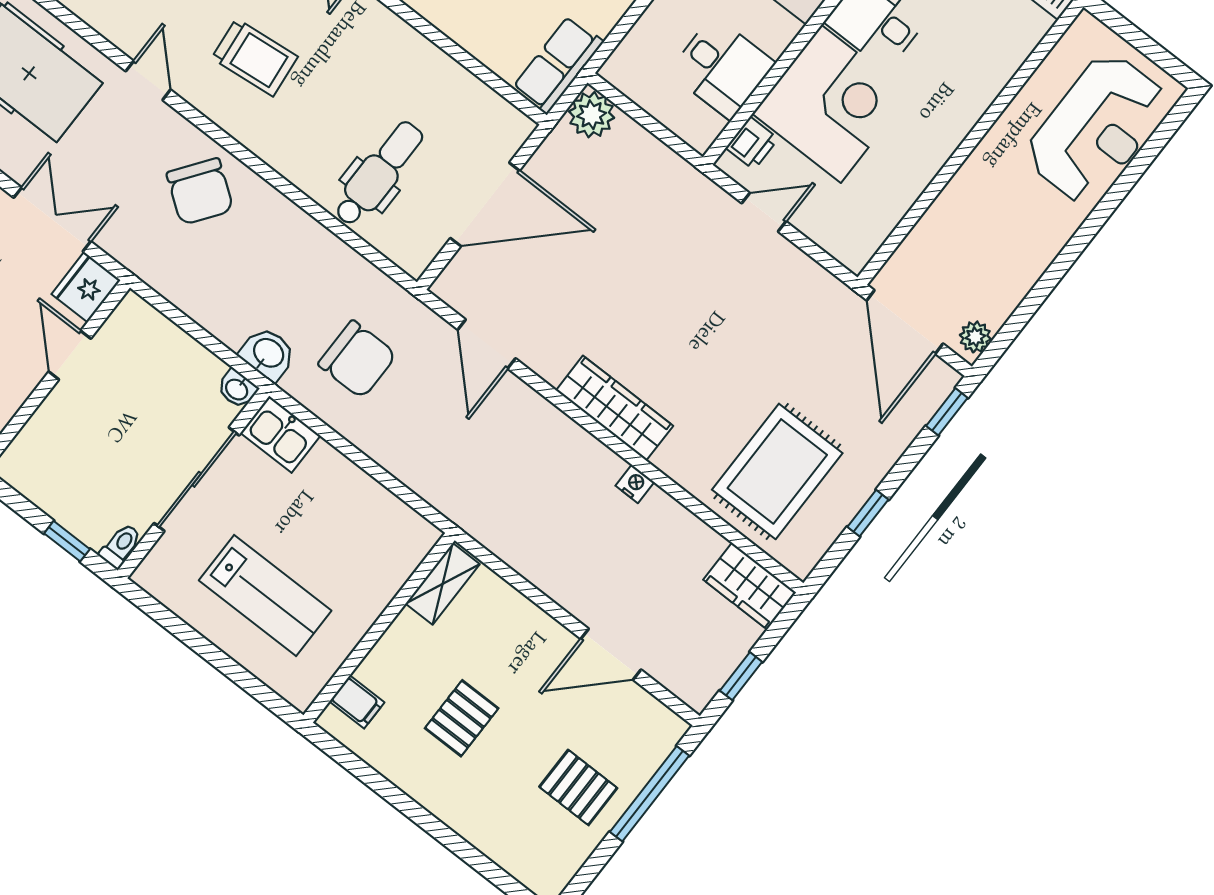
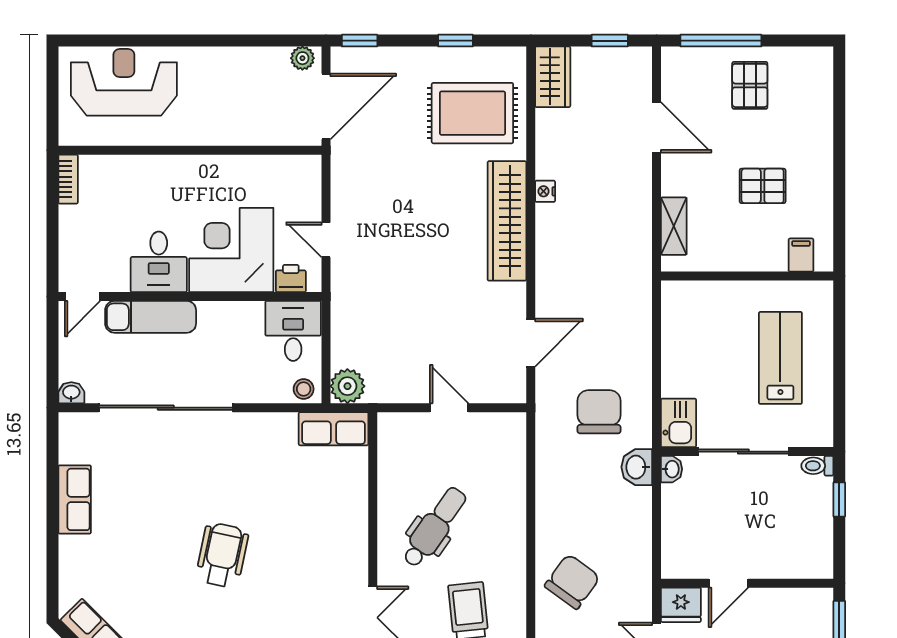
stool: (625, 66) -> (304, 389), added
desk: (722, 68) -> (293, 331), moved
dental chair: (379, 174) -> (434, 527), moved, turned 125
door: (485, 204) -> (449, 408), width x0.53
wardrobe: (615, 408) -> (507, 221), width x1.40, depth x1.17
shelving: (443, 584) -> (674, 226), moved, turned 90

